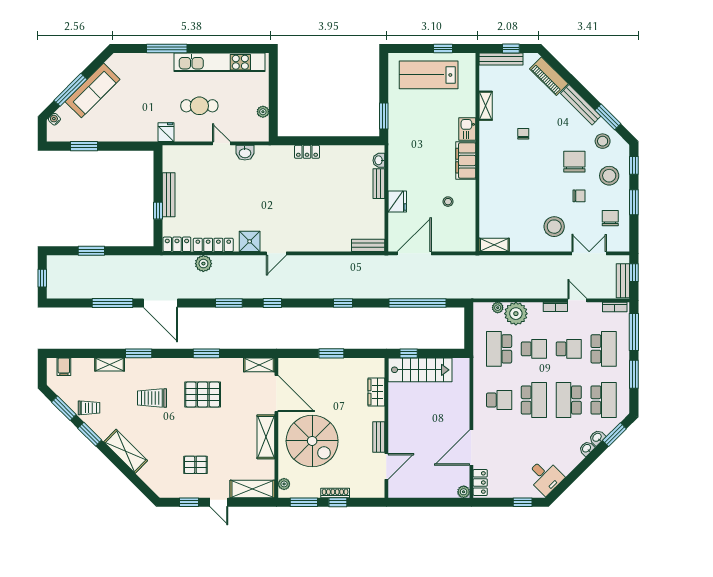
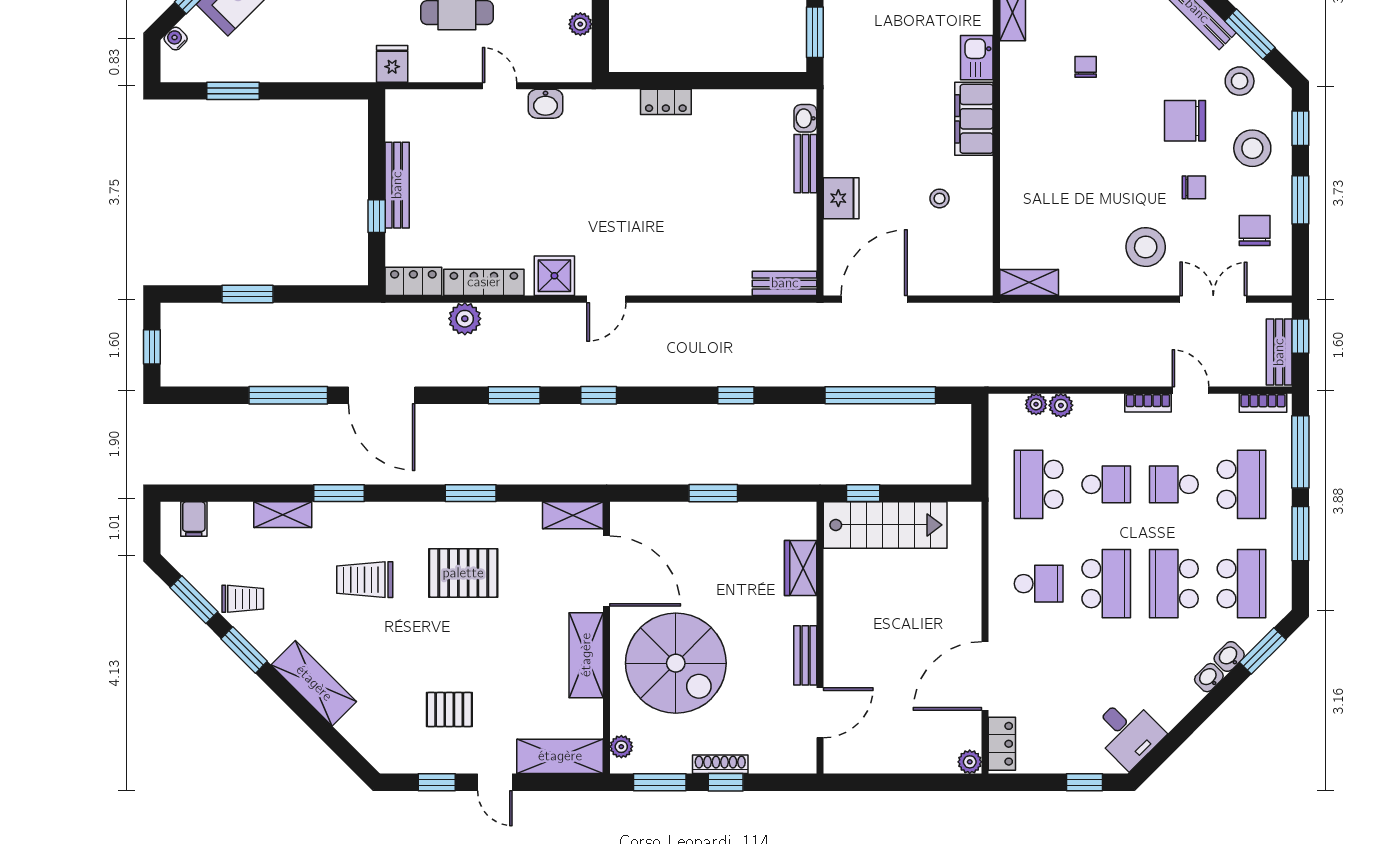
chair: (574, 162) -> (1185, 121), turned -90
plant: (516, 314) -> (1061, 405), width x0.53, depth x0.53
school desk: (569, 349) -> (1174, 484), turned 180

